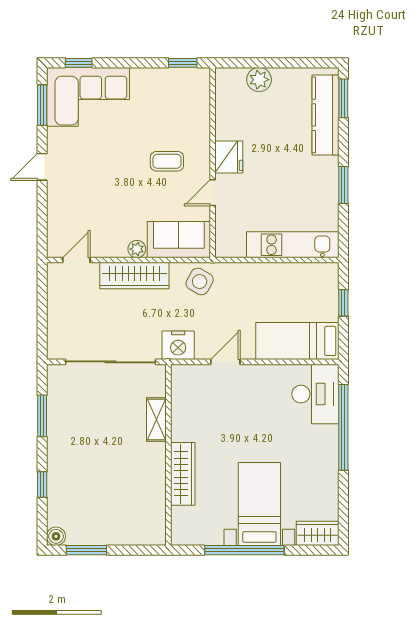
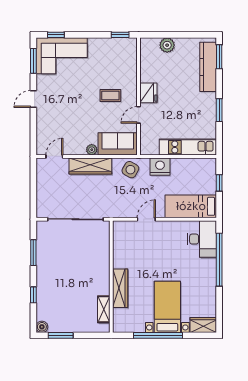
nightstand: (178, 345) -> (160, 167), moved, turned 180
shelving: (156, 420) -> (104, 309), moved

